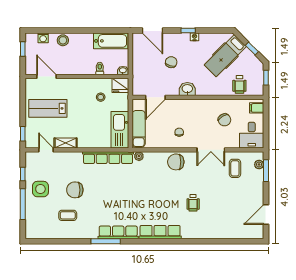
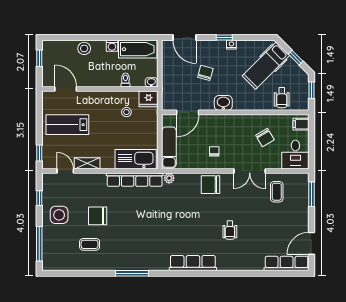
washing machine: (43, 38) -> (112, 46), moved
kitchen sink: (120, 130) -> (136, 159), moved, turned 90
plant: (259, 164) -> (304, 187), removed
window: (23, 204) -> (39, 244), moved
row of seats: (118, 232) -> (287, 263), moved

